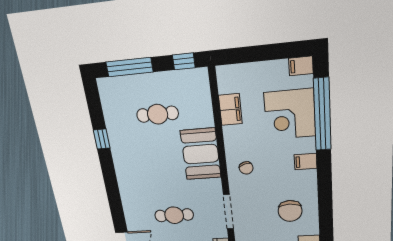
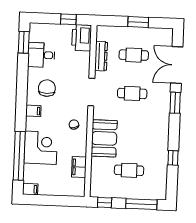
corner desk: (290, 114) -> (41, 148), moved
filing cabinet: (306, 162) -> (33, 111), moved
window: (117, 209) -> (175, 103), added

